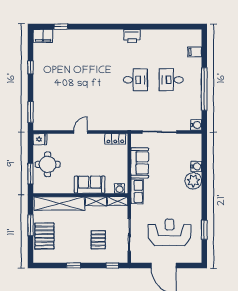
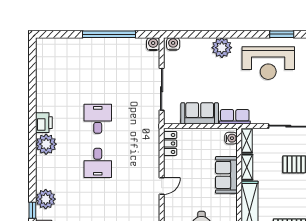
plant: (70, 37) -> (46, 199), added
plant: (115, 38) -> (46, 144), added
filing cabinet: (195, 52) -> (63, 46), removed
desk: (171, 80) -> (98, 163), moved
door: (81, 132) -> (162, 186), swing flipped
water cooler: (196, 166) -> (173, 44), moved
reception desk: (170, 232) -> (268, 63), moved, turned -90

